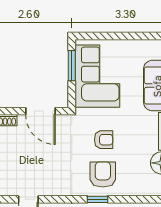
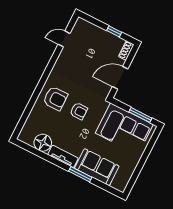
armchair: (104, 140) -> (79, 111), turned -90
window: (97, 199) -> (40, 86), removed

